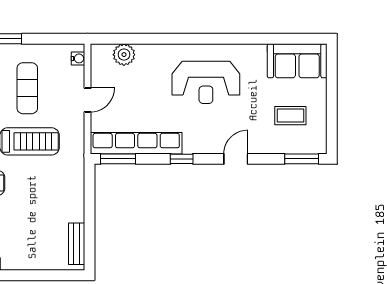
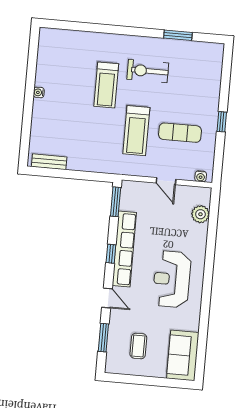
row of seats: (136, 143) -> (124, 249), moved
window: (302, 159) -> (103, 338), moved

